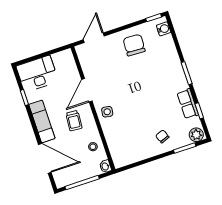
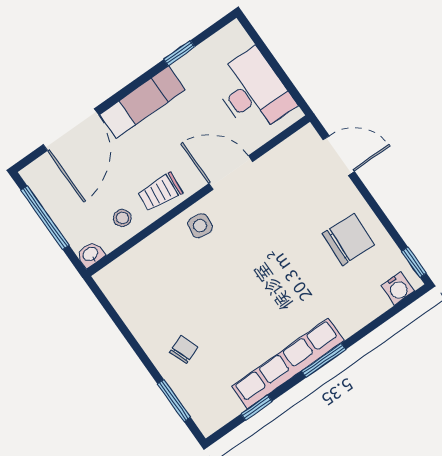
desk: (37, 74) -> (253, 92), moved
row of seats: (188, 104) -> (288, 363), width x2.02
trolley: (74, 121) -> (160, 192), moved
plant: (196, 135) -> (207, 416), removed

